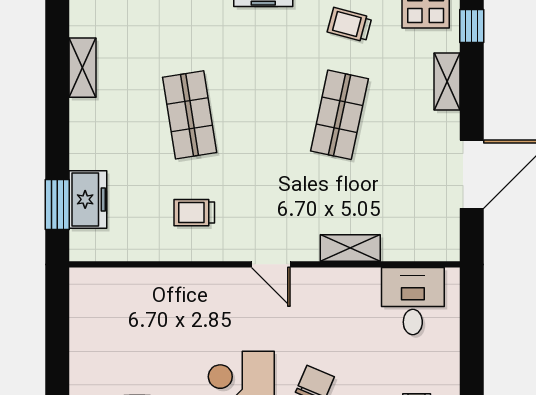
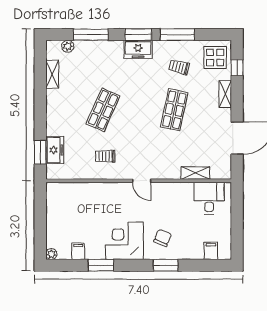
shelving: (82, 68) -> (52, 74), moved
shop shelf: (190, 115) -> (103, 110), turned 33
shelving: (350, 248) -> (195, 173), moved

